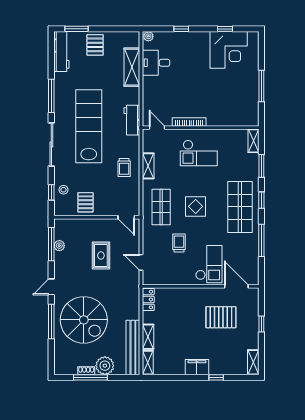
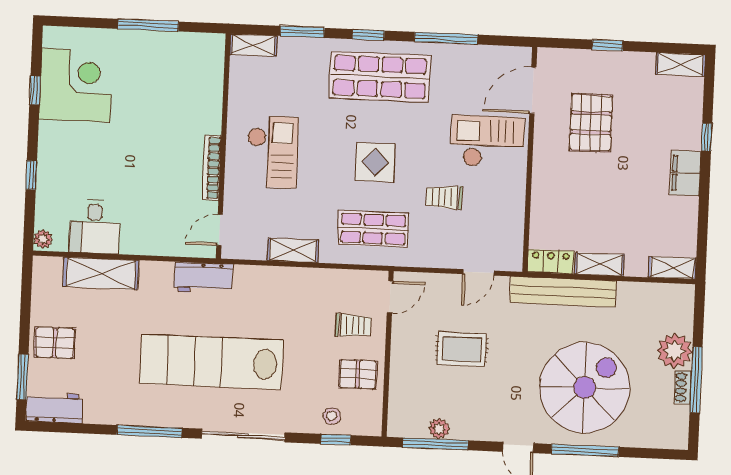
workbench: (61, 52) -> (54, 408), width x0.73
trolley: (124, 167) -> (353, 325), moved
shelving: (148, 337) -> (600, 264), moved
bench: (133, 348) -> (563, 292), moved

